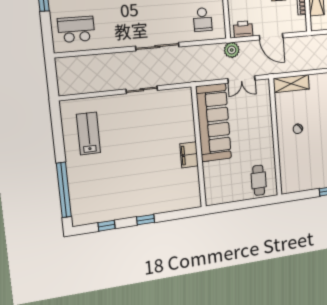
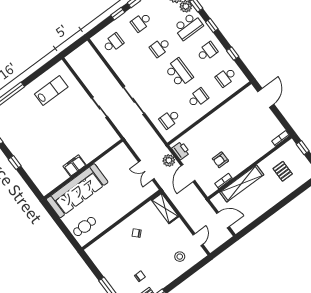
school desk: (76, 29) -> (113, 43), width x0.54
plant: (232, 50) -> (169, 160), moved
sofa: (214, 123) -> (77, 191), moved

